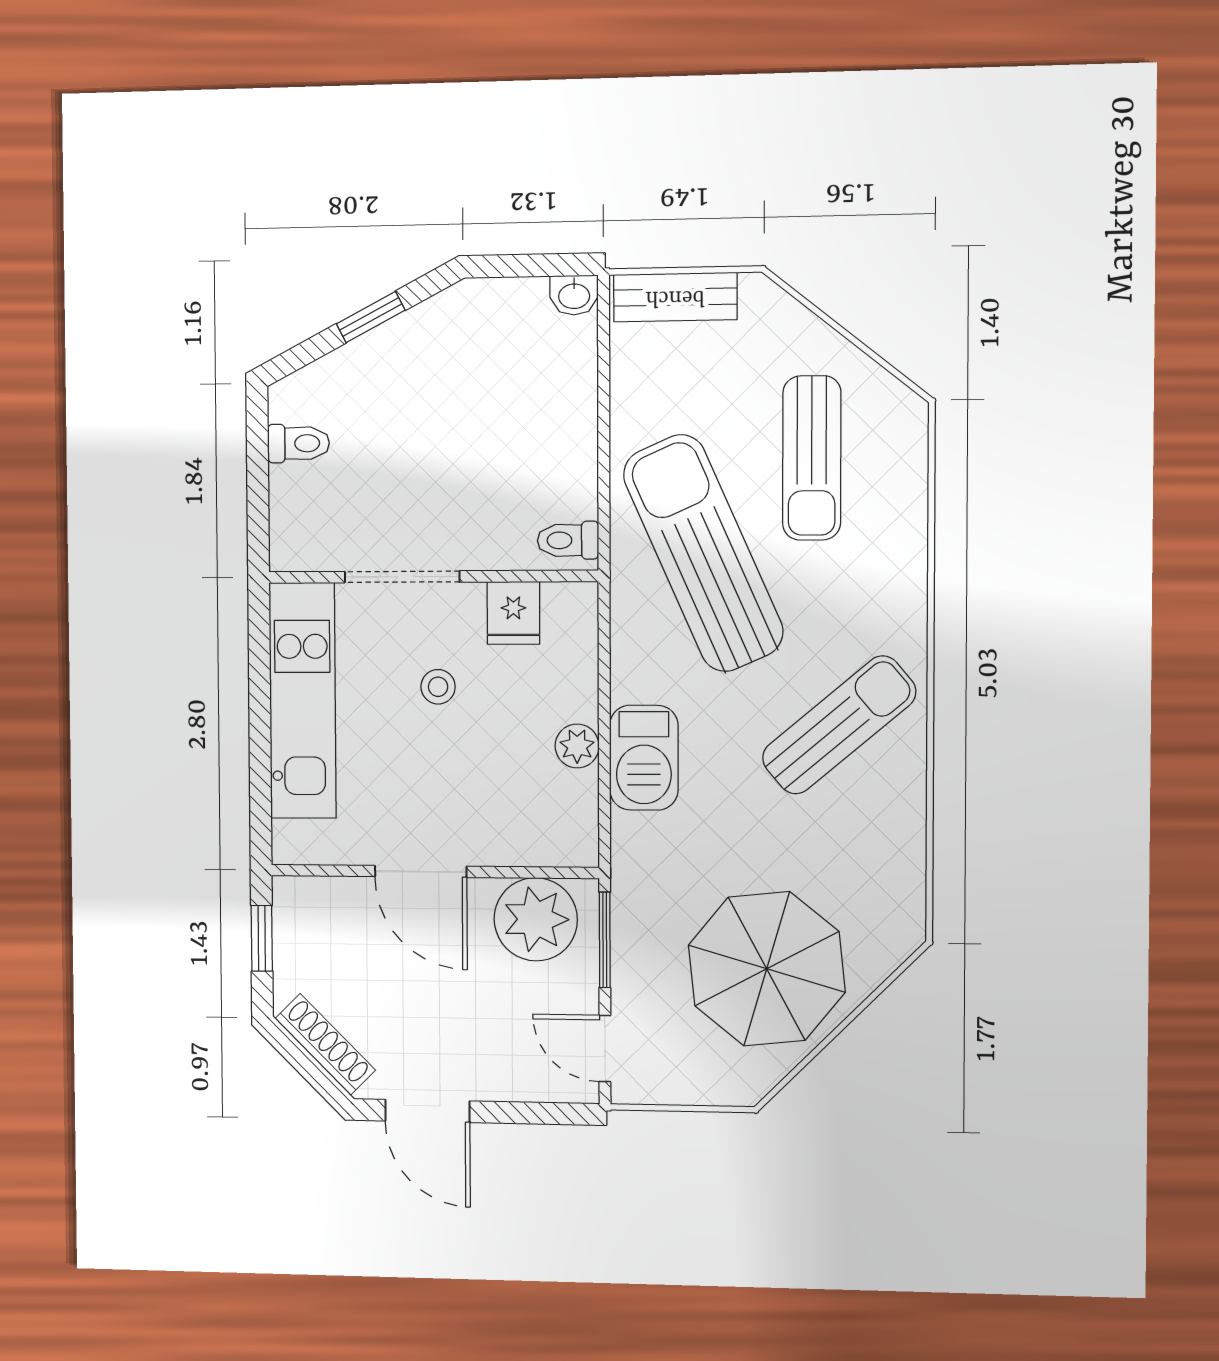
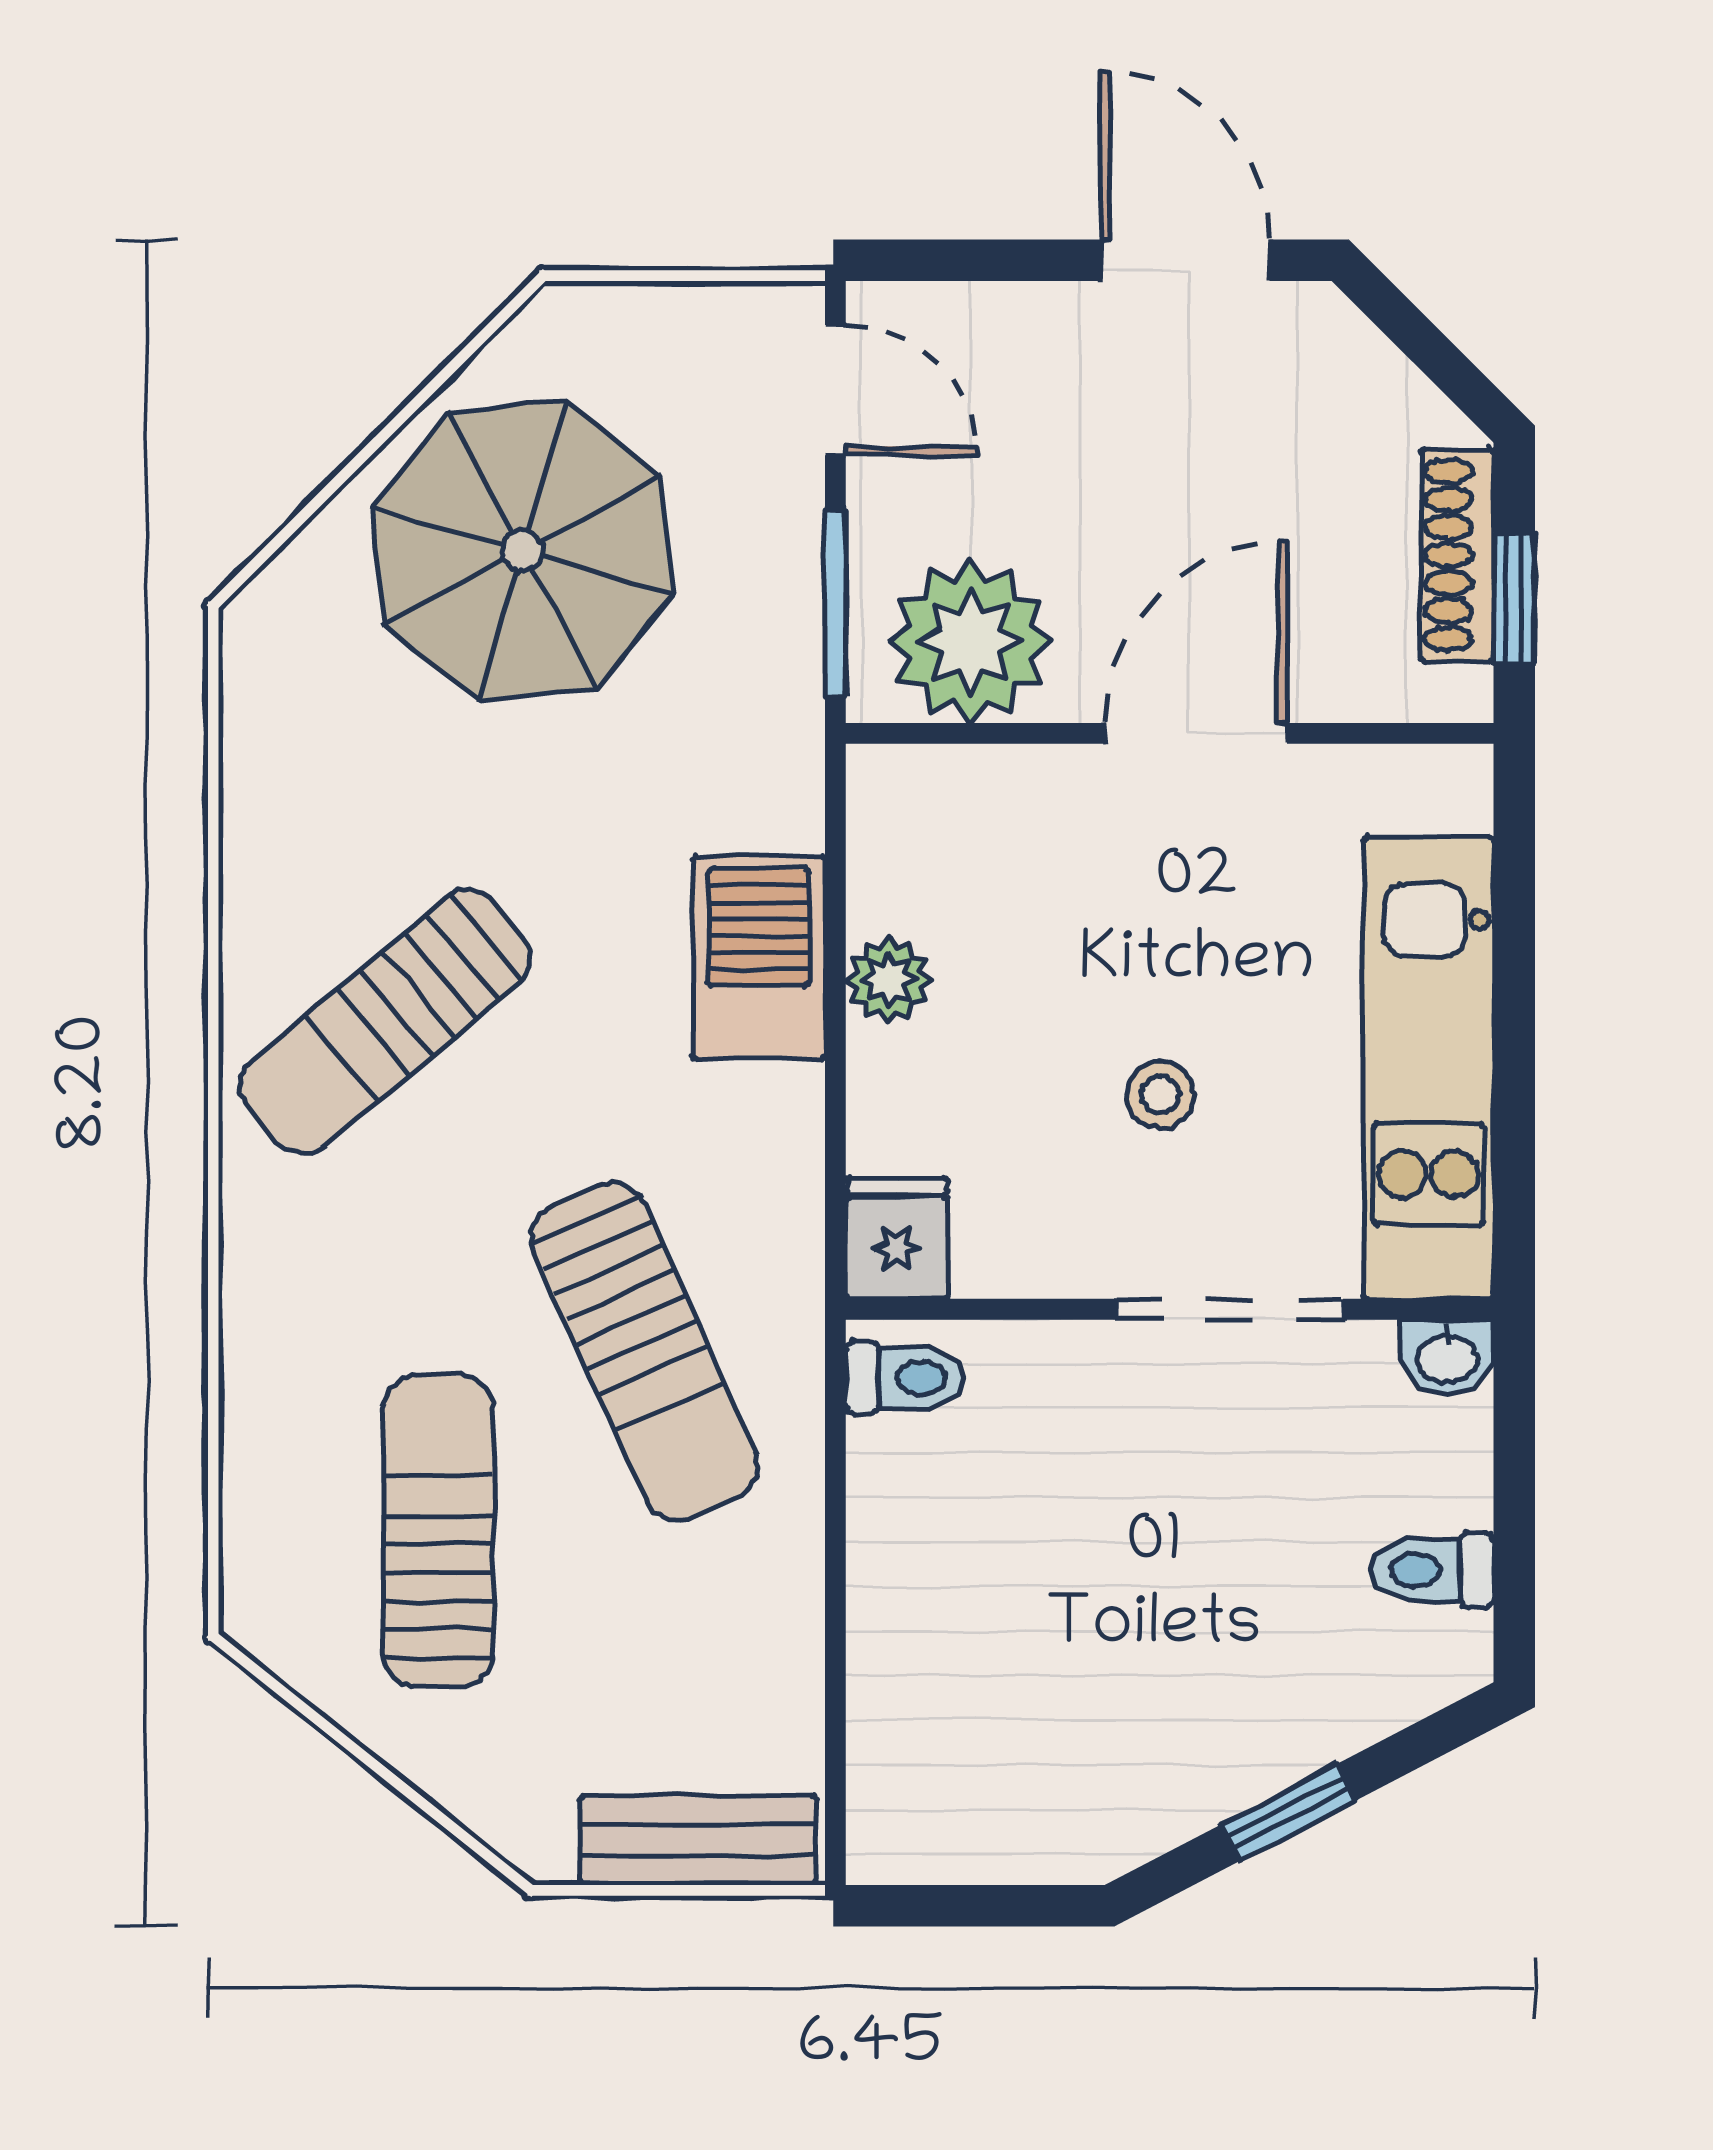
washbasin: (574, 295) -> (1447, 1357), moved, turned 180
sun lounger: (703, 553) -> (645, 1352), width x0.73, depth x0.75
fridge: (513, 613) -> (897, 1238), moved
door: (421, 871) -> (1196, 733), hinge flipped
shoe rack: (325, 1044) -> (1458, 555), moved, turned 45

